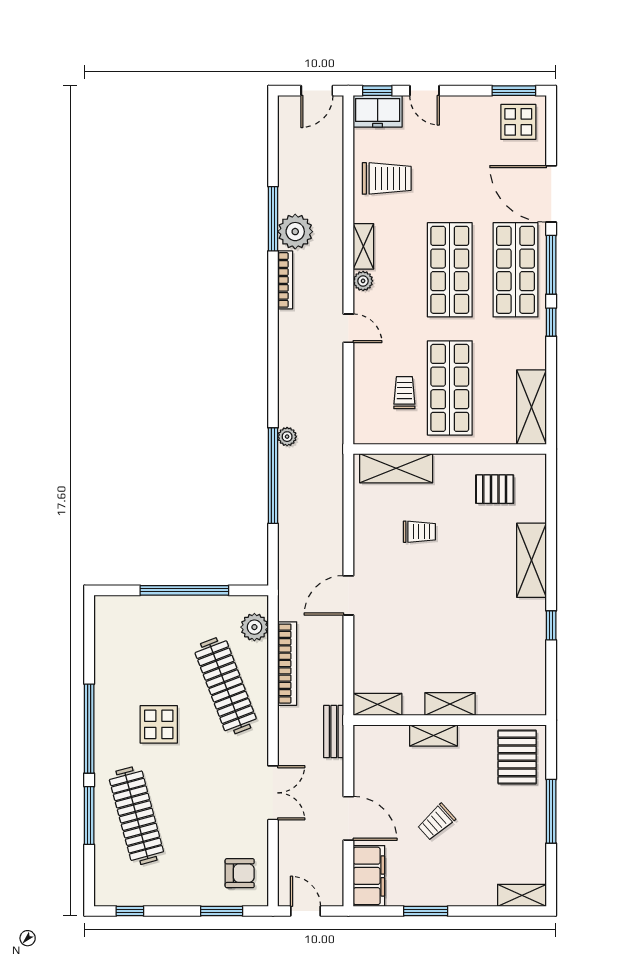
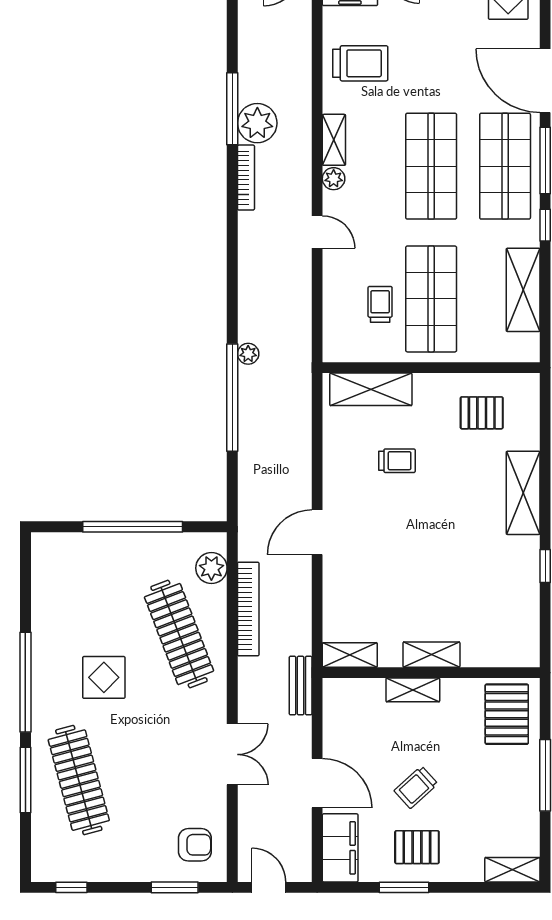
shelving: (532, 407) -> (523, 290), moved
pallet: (437, 875) -> (417, 847), added

